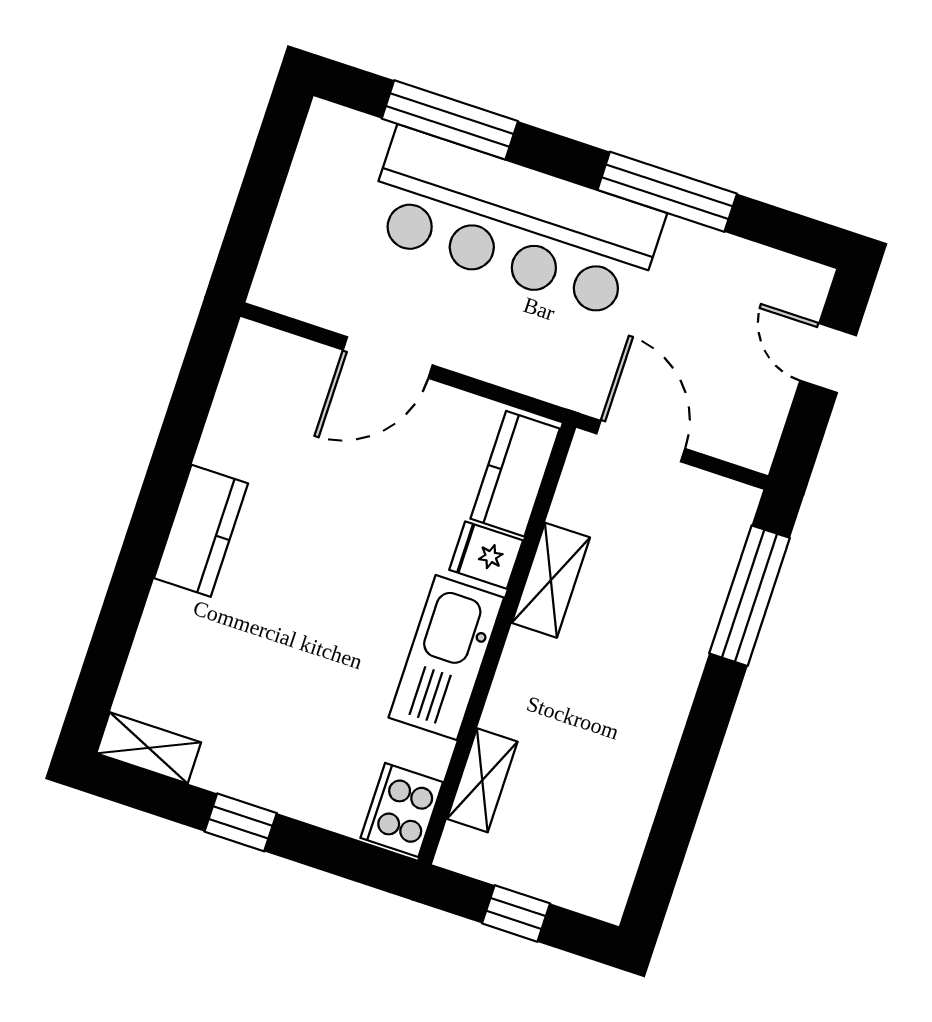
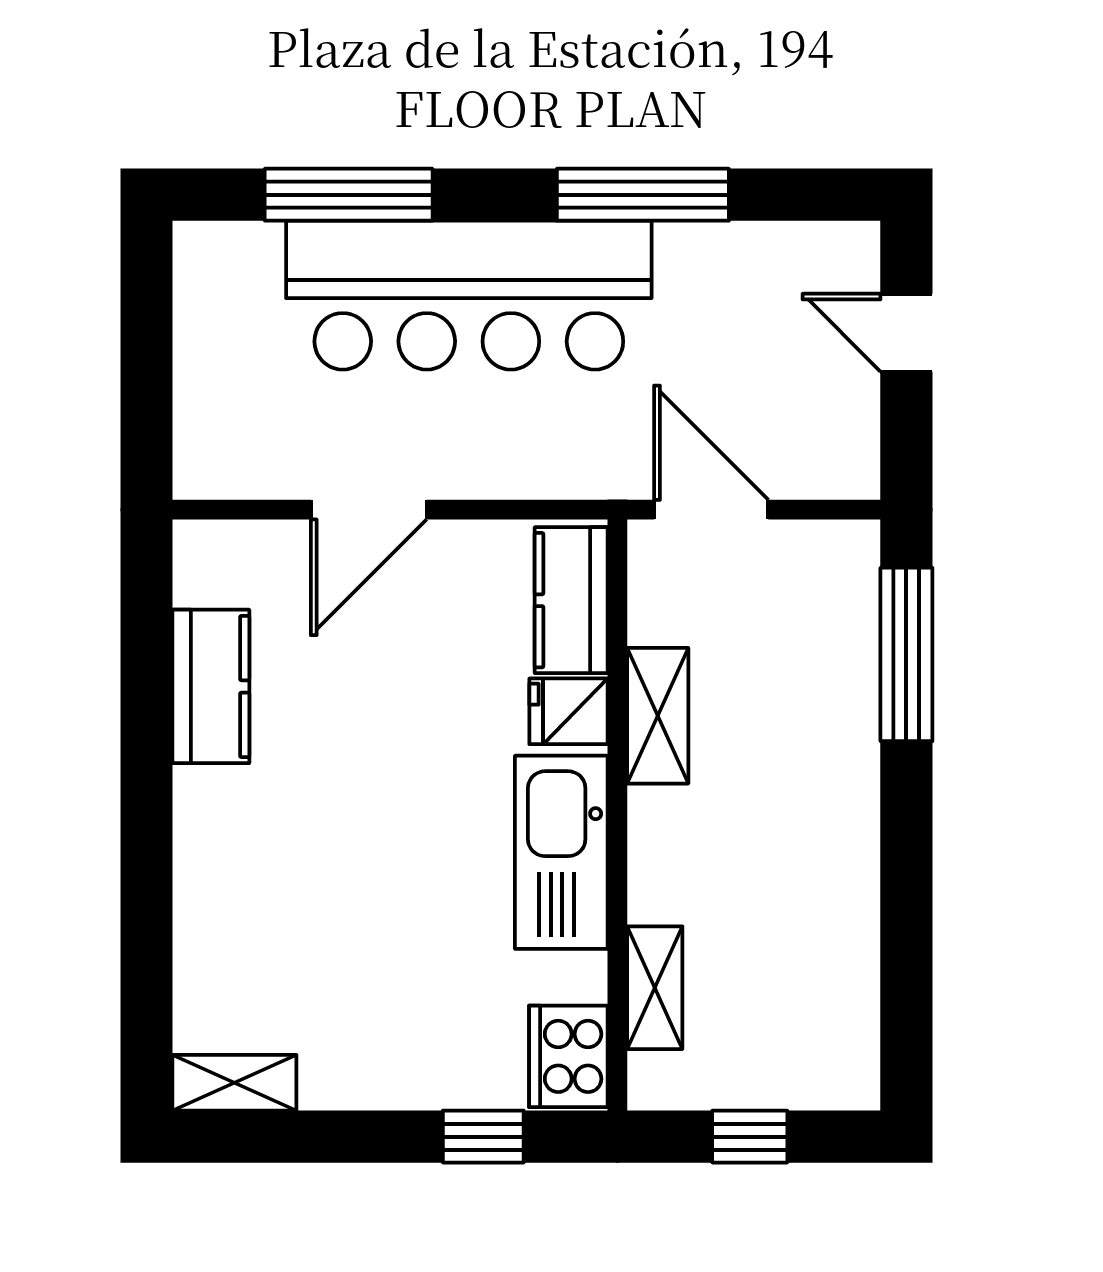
kitchen counter: (201, 531) -> (211, 686), moved
window: (241, 822) -> (483, 1137), moved

